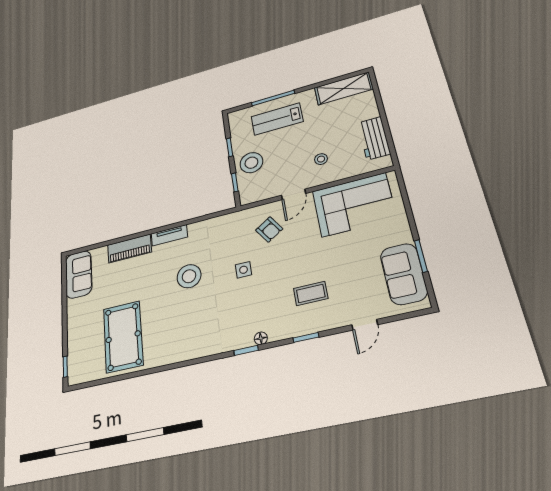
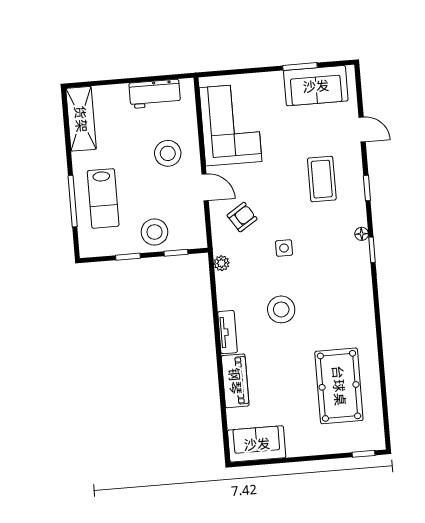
stool: (321, 159) -> (168, 153), width x1.89, depth x1.89
plant: (228, 220) -> (222, 263), added
coffee table: (311, 293) -> (322, 179), width x1.36, depth x1.30
pool table: (123, 337) -> (339, 386), turned 90

